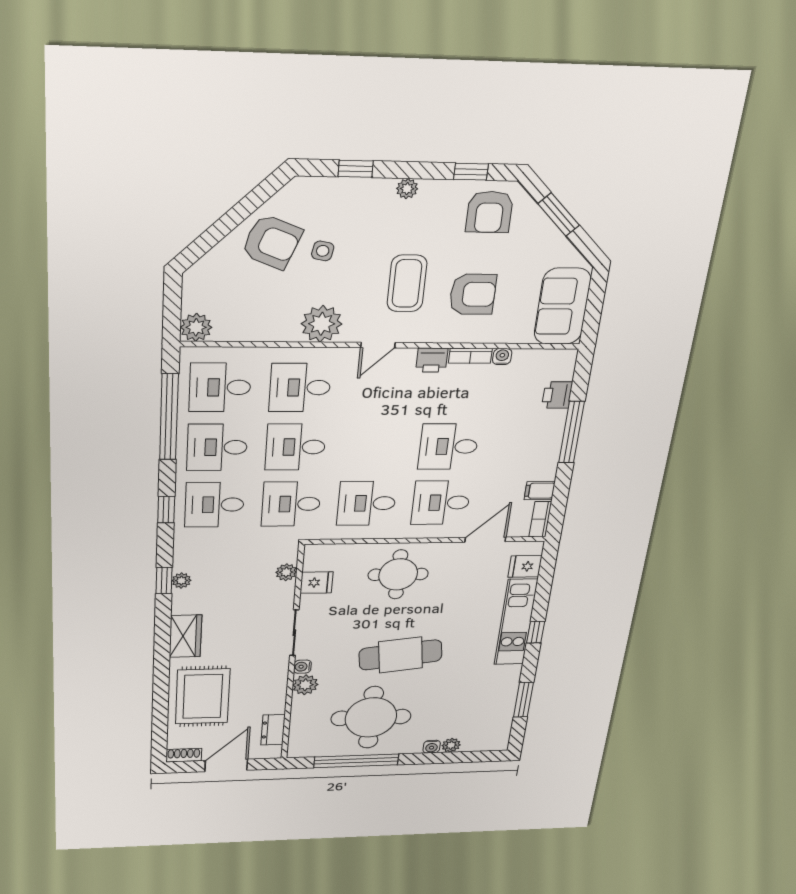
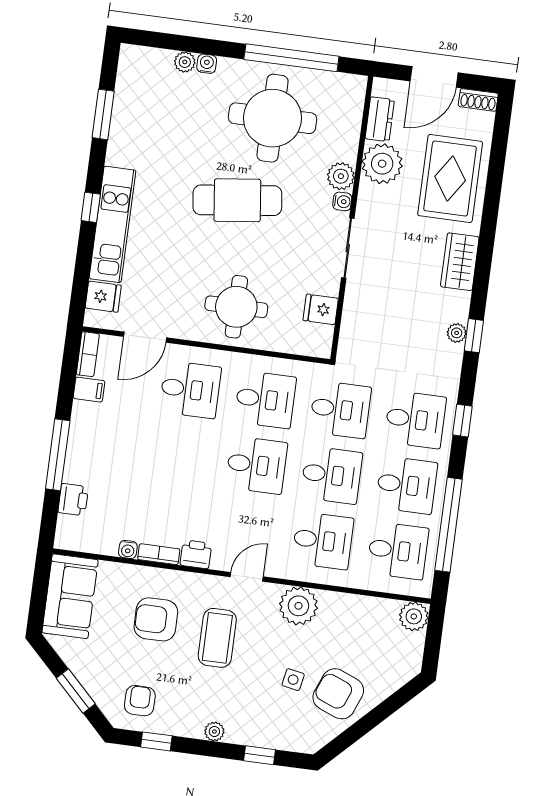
armchair: (489, 212) -> (140, 701), width x0.72, depth x0.72
desk: (448, 447) -> (256, 465), moved
plant: (286, 572) -> (382, 164), moved, width x1.87, depth x1.87

